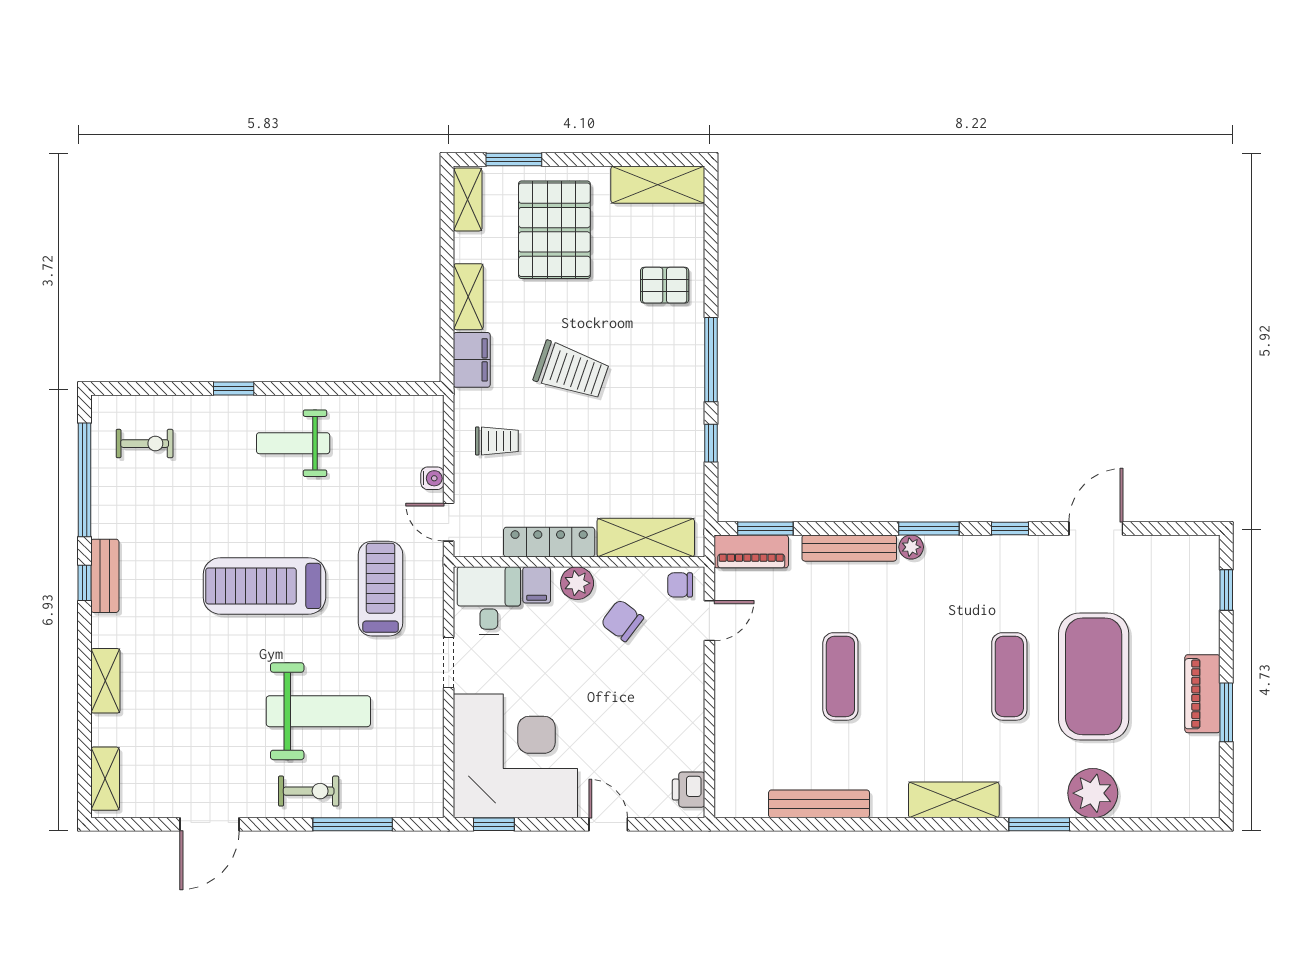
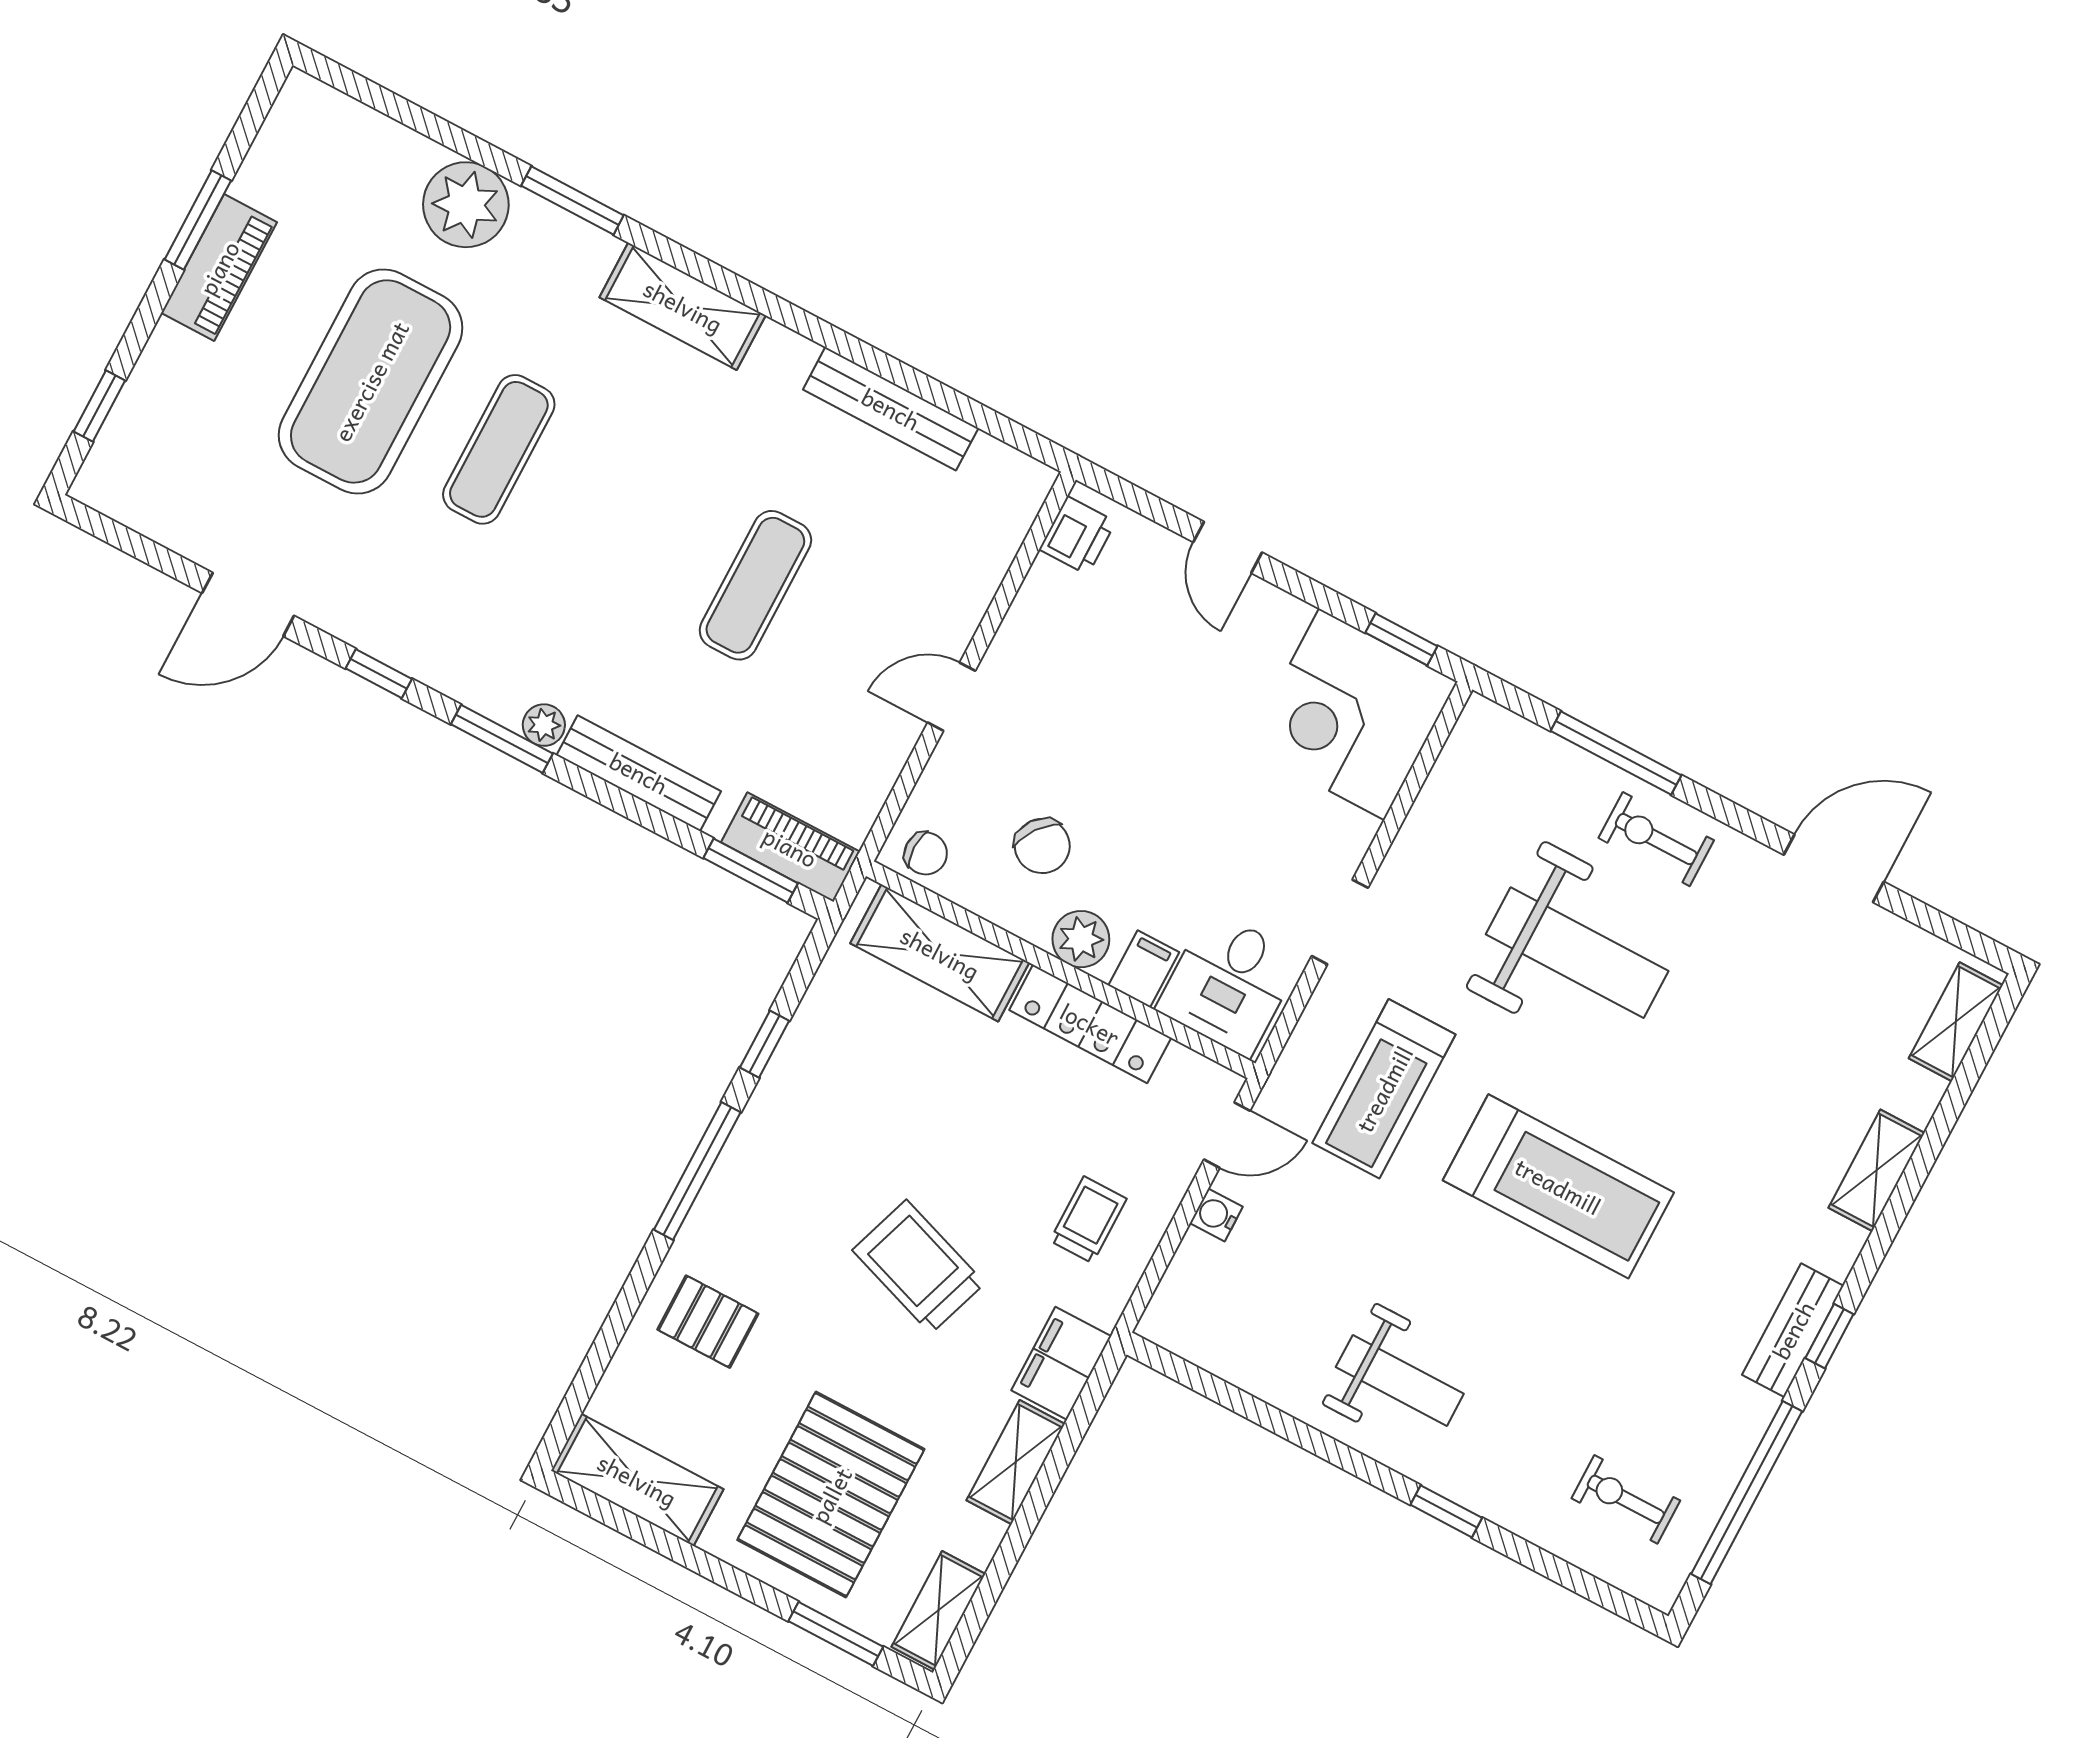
trolley: (497, 441) -> (1088, 1220), turned 90
door: (449, 522) -> (1227, 1135), hinge flipped
door: (709, 621) -> (951, 697), moved
weight bench: (318, 711) -> (1577, 953), turned 180
corner desk: (515, 756) -> (1352, 714), width x0.74, depth x0.74

